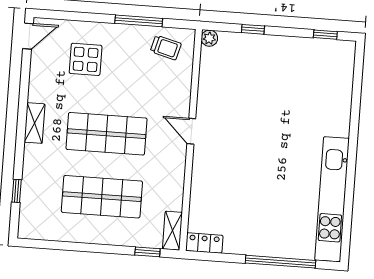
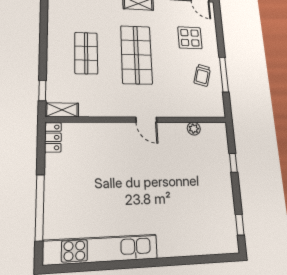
plant: (209, 38) -> (194, 129), moved
trolley: (166, 48) -> (202, 75), moved
door: (191, 131) -> (146, 120), swing flipped
shop shelf: (102, 197) -> (86, 53), width x0.70, depth x0.74

